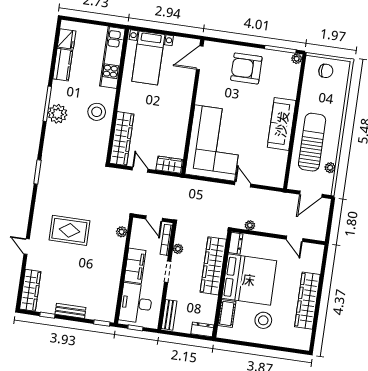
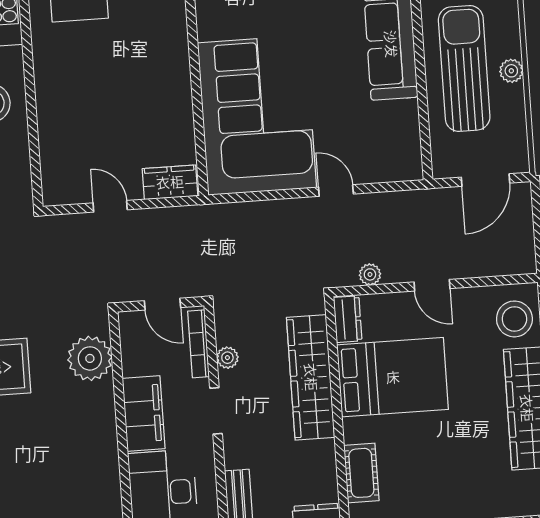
wardrobe: (122, 139) -> (57, 149), removed
plant: (330, 168) -> (511, 71), moved
plant: (122, 232) -> (90, 358), width x1.88, depth x1.88
door: (294, 239) -> (432, 285), moved
bed: (249, 280) -> (393, 377), width x0.73
stool: (263, 320) -> (514, 319), moved

